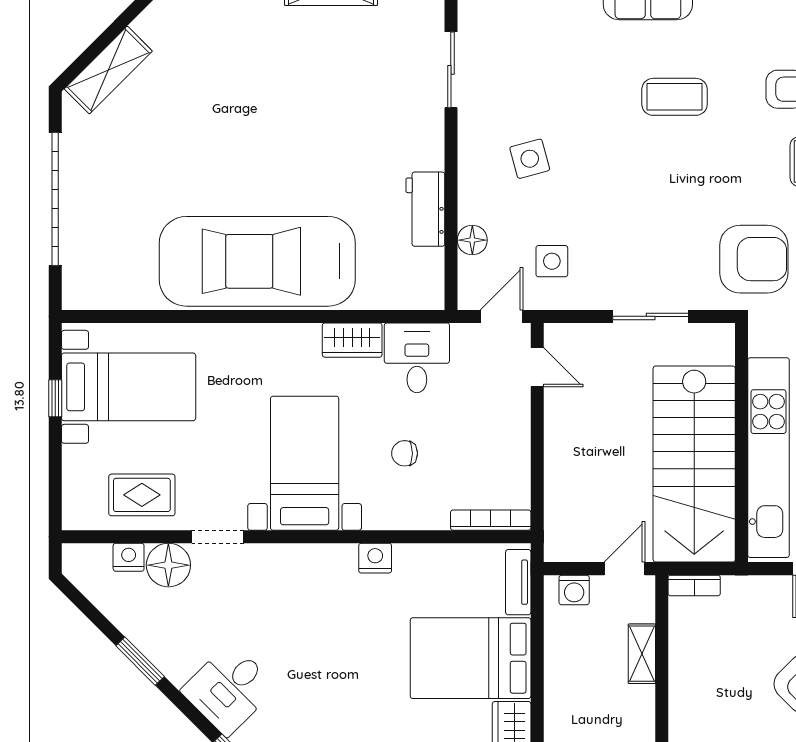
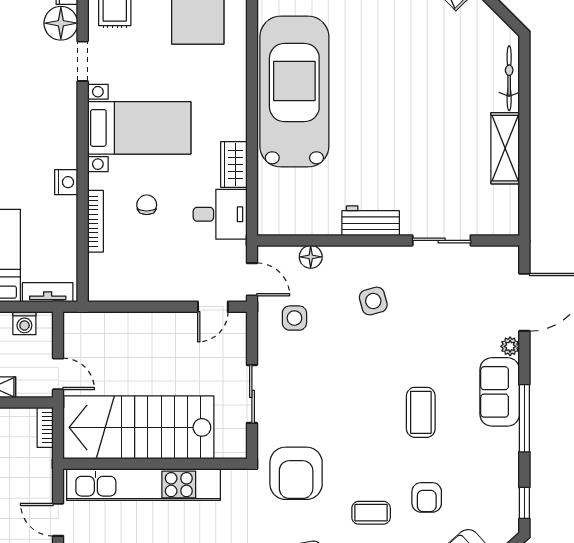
workbench: (425, 209) -> (371, 221), moved
bookcase: (491, 520) -> (95, 221), moved
washing machine: (574, 590) -> (24, 323), moved, turned -90

